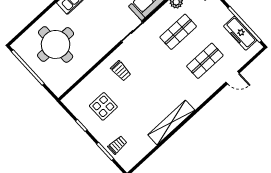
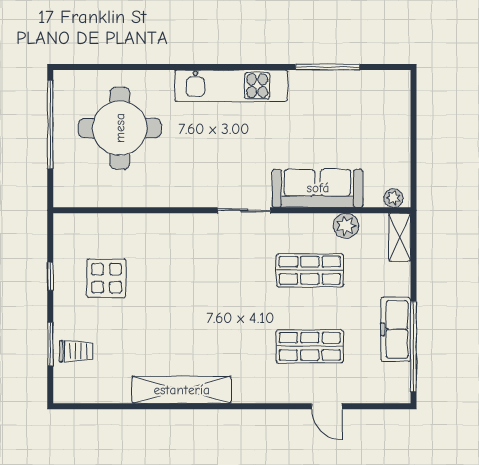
freezer: (240, 33) -> (396, 329), moved
trolley: (121, 71) -> (178, 251), removed

